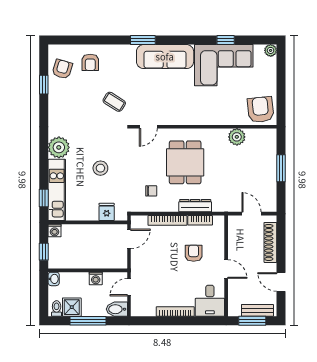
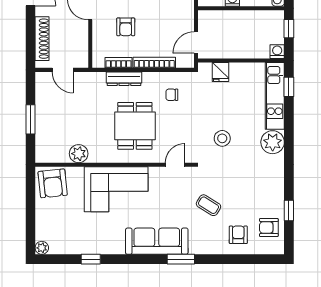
corner sofa: (224, 65) -> (116, 189), moved, turned 180
armchair: (62, 69) -> (269, 228), turned 73
coffee table: (114, 102) -> (209, 205), moved
stool: (100, 168) -> (222, 138), moved

